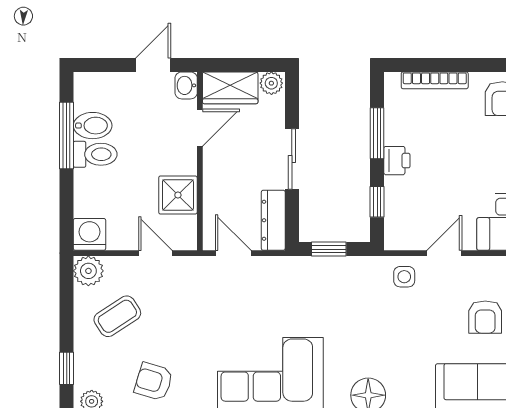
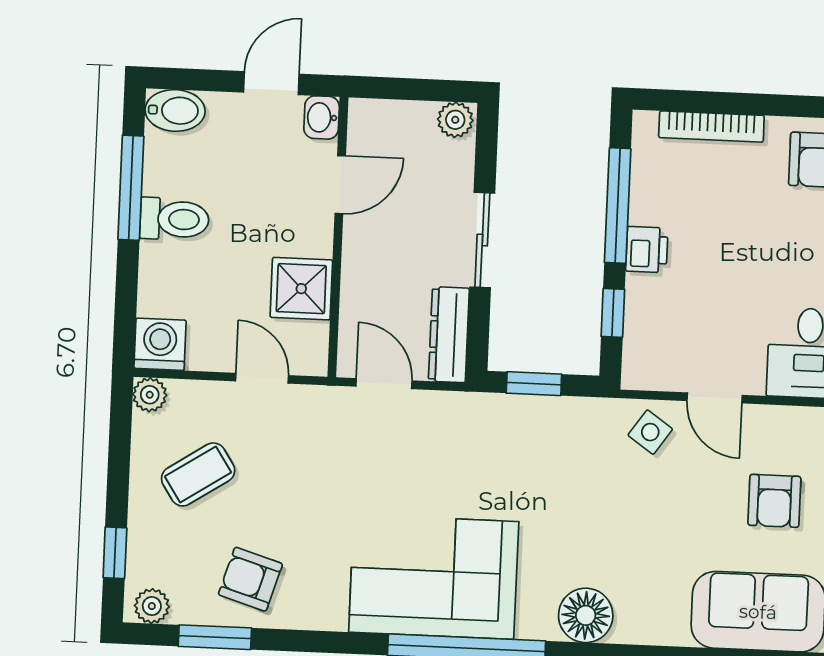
wardrobe: (230, 88) -> (390, 124), removed
bidet: (93, 126) -> (175, 111), moved
window: (377, 133) -> (618, 206), width x1.44
door: (444, 253) -> (715, 398), swing flipped
plant: (88, 271) -> (150, 395), width x0.73, depth x0.73
side table: (404, 277) -> (650, 432), turned 35

